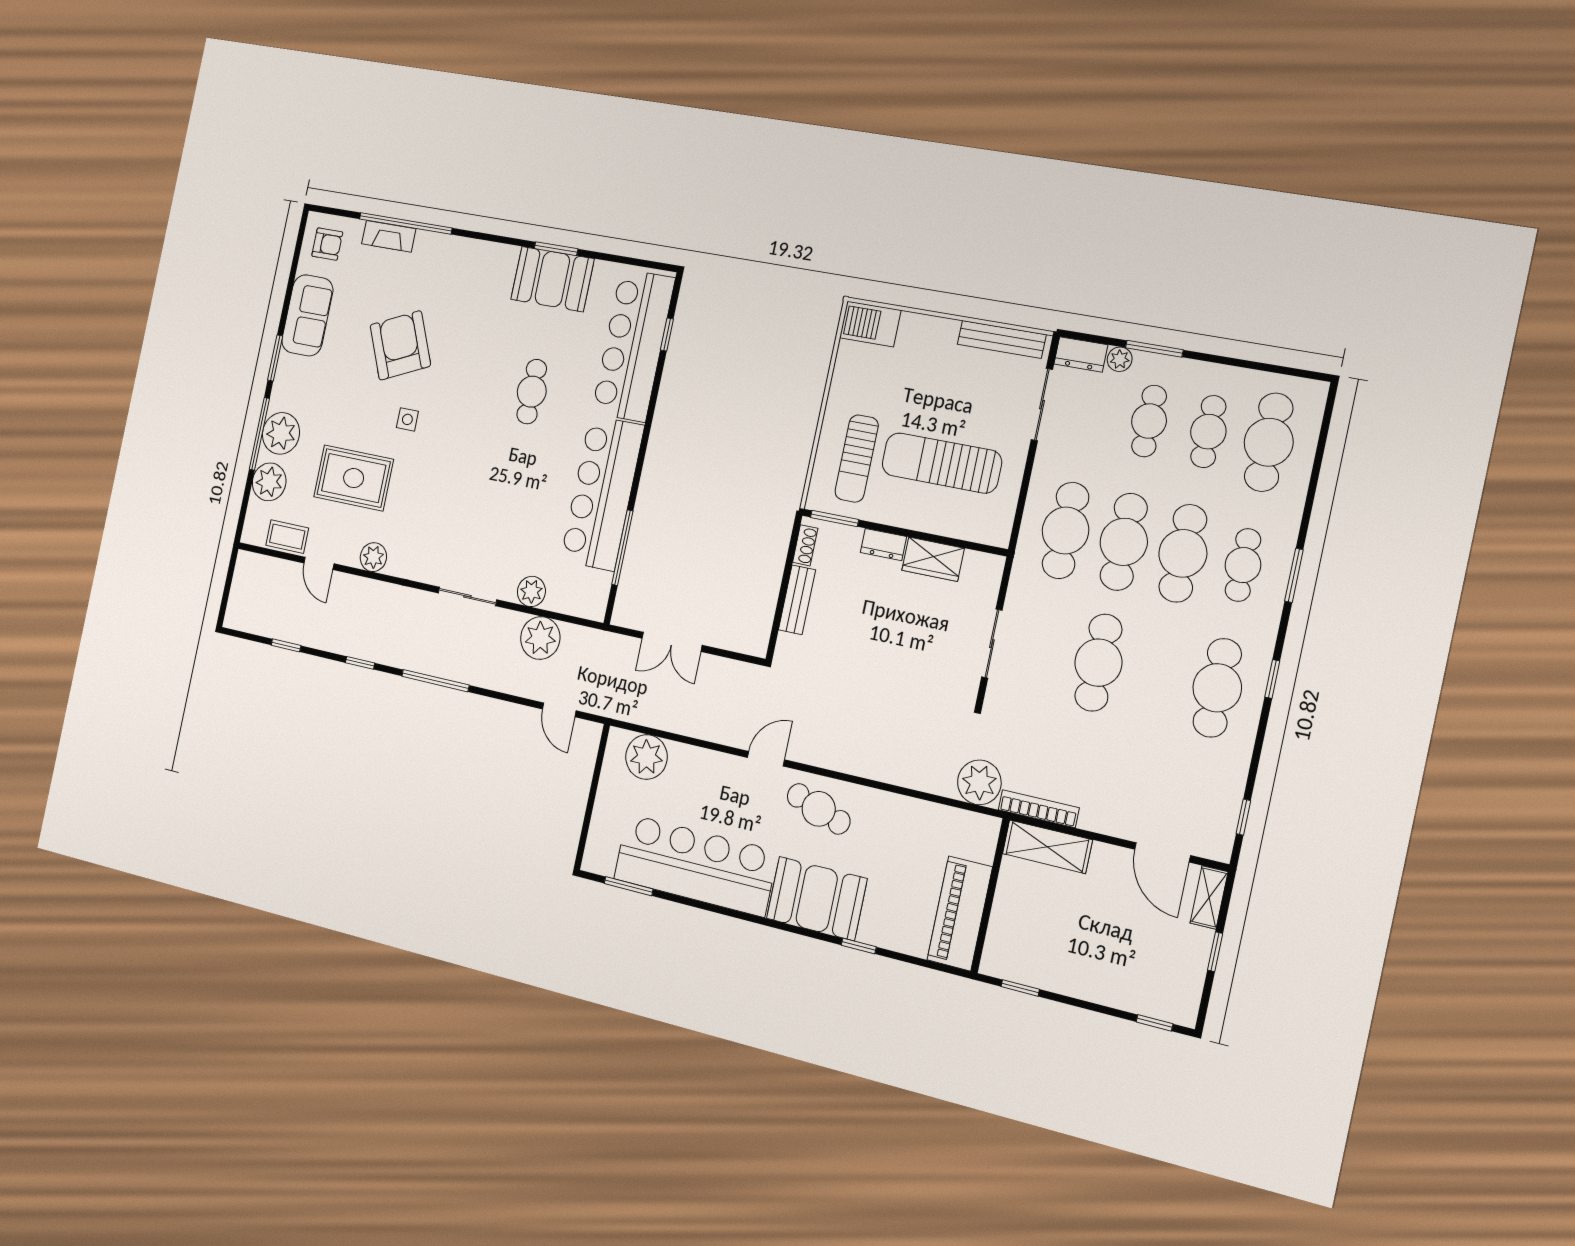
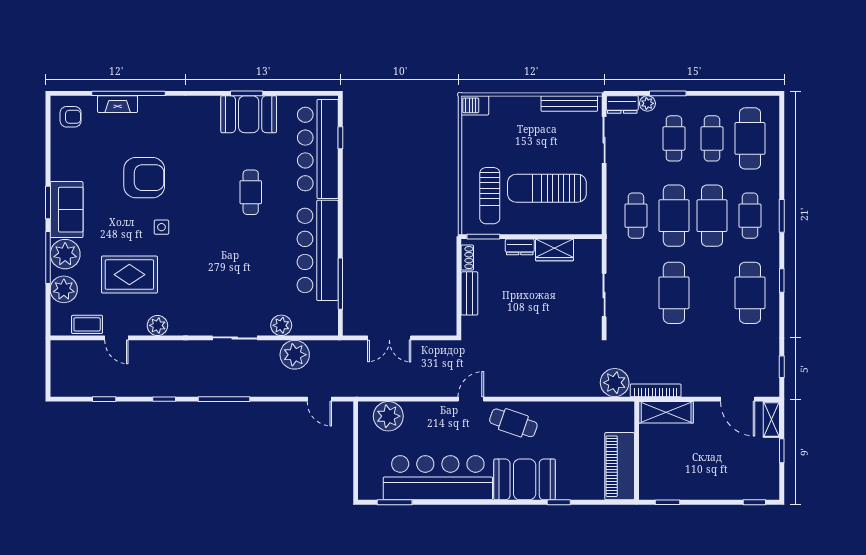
sofa: (307, 315) -> (67, 210), moved
barbecue: (870, 324) -> (475, 105), width x0.73, depth x0.79
armchair: (400, 345) -> (144, 178), turned 114
cafe table: (1066, 531) -> (636, 216), width x0.73, depth x0.74

